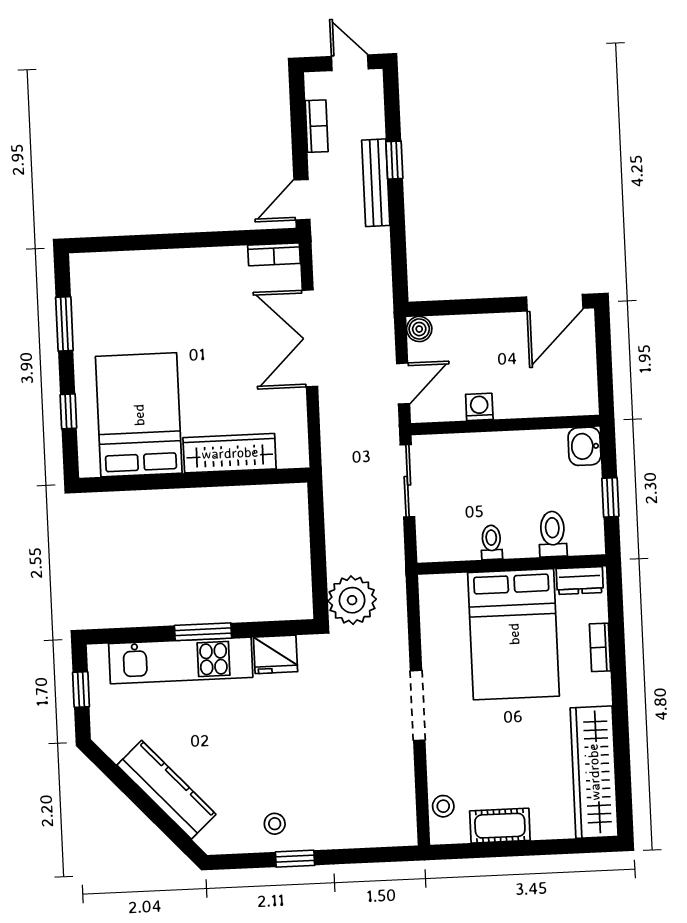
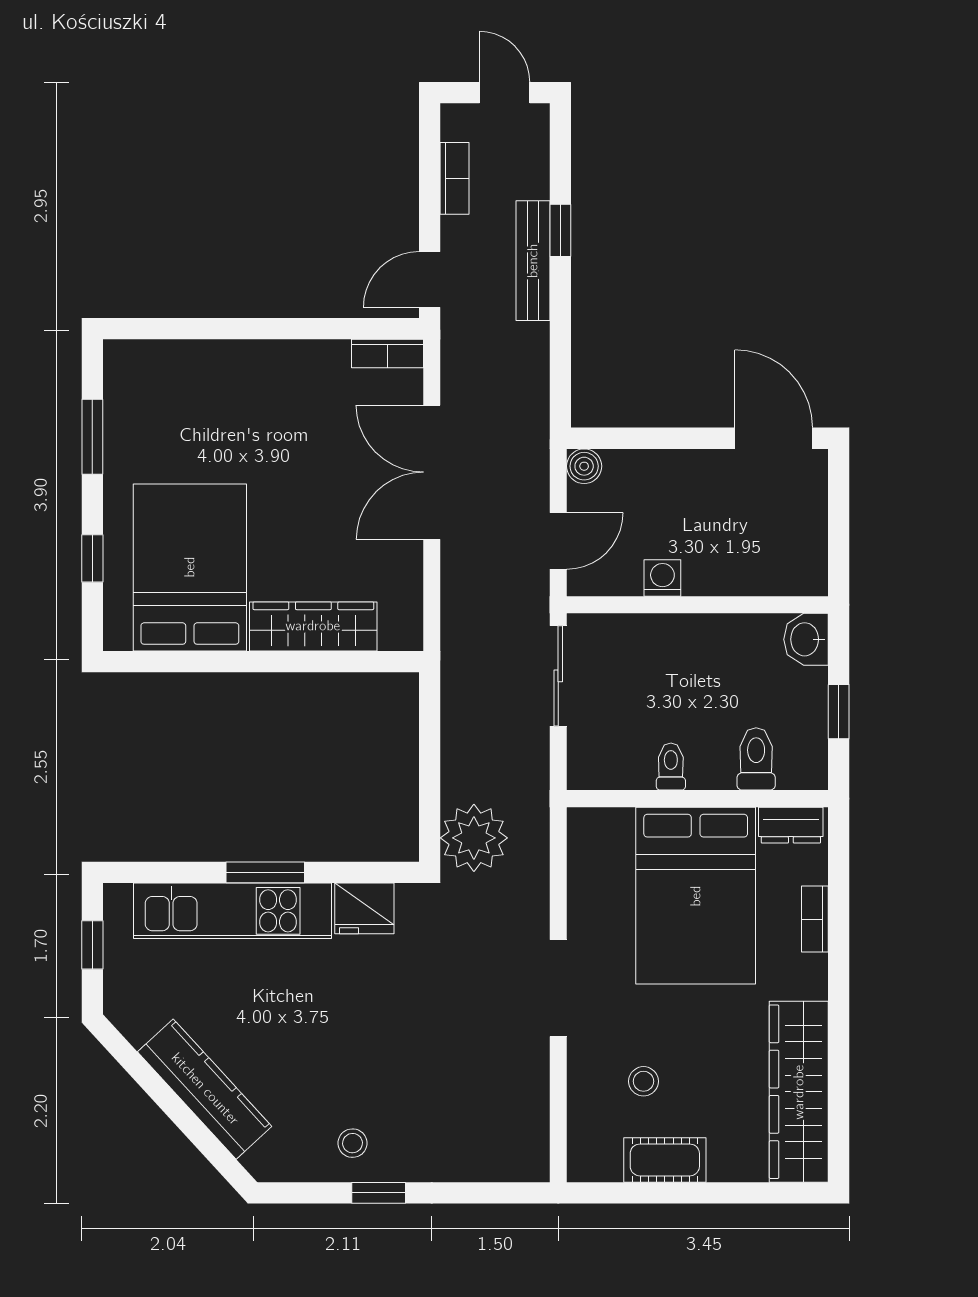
door: (555, 303) -> (774, 438), swing flipped
stool: (443, 806) -> (643, 1081), moved

